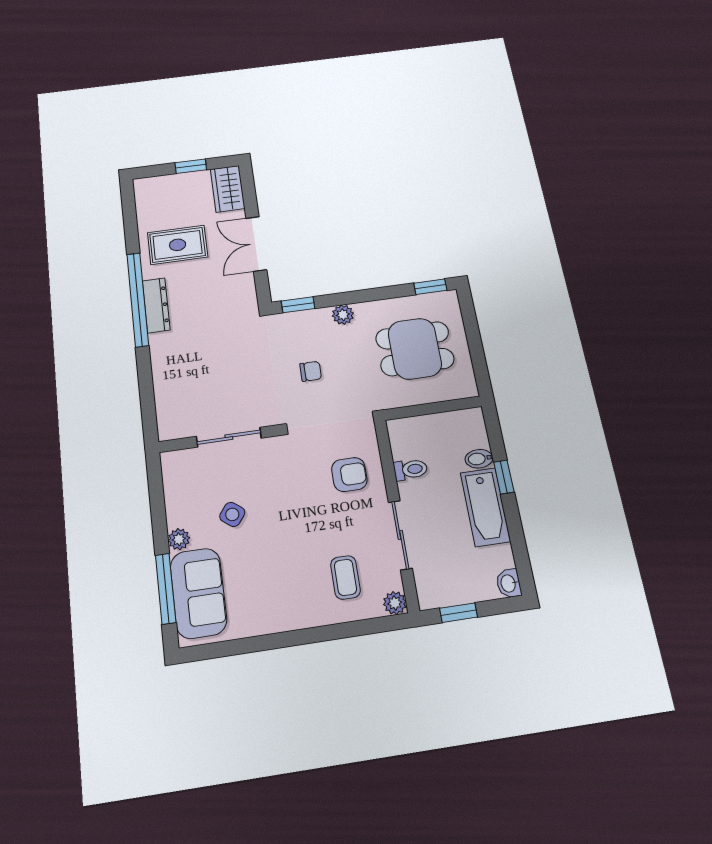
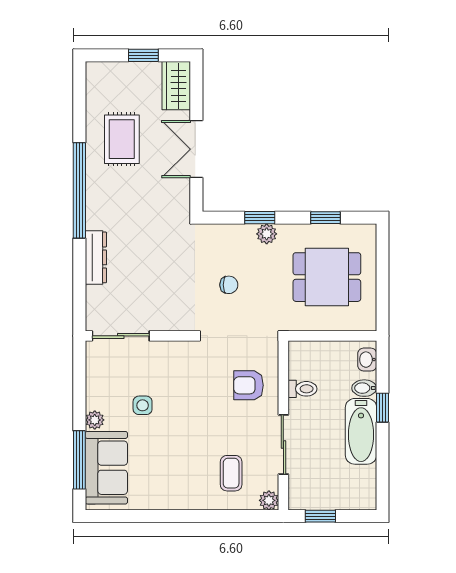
rug: (178, 245) -> (122, 139), turned 90
window: (430, 287) -> (326, 218), moved
dresser: (156, 305) -> (96, 257), moved
window: (298, 305) -> (260, 218), moved
sliding door: (229, 437) -> (121, 336), moved
armchair: (349, 475) -> (249, 385), turned 180
side table: (232, 514) -> (143, 405), turned -37
washbasin: (509, 583) -> (367, 360), moved

